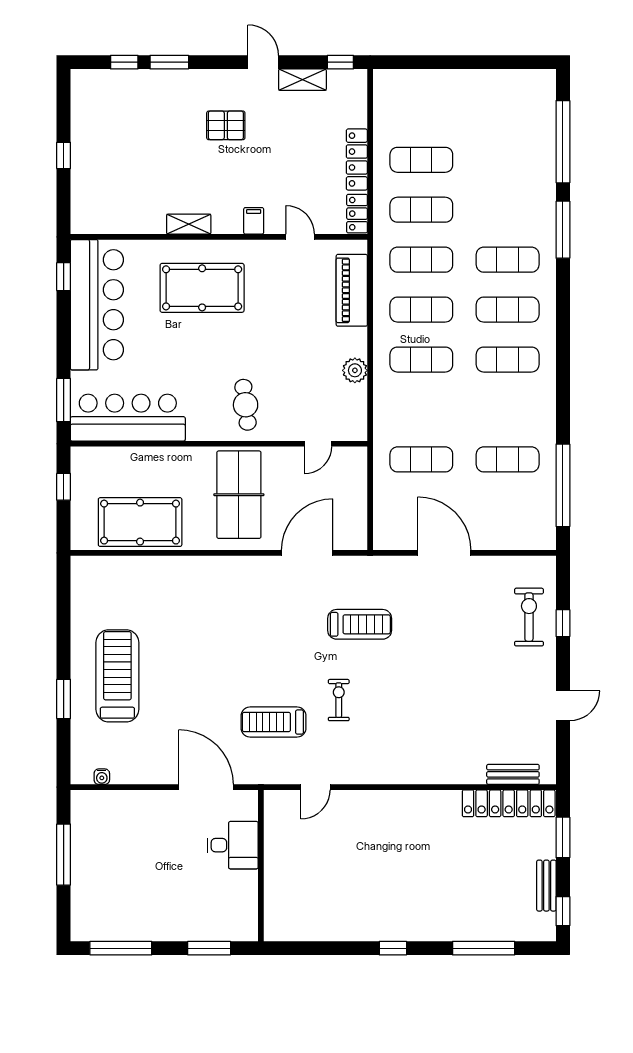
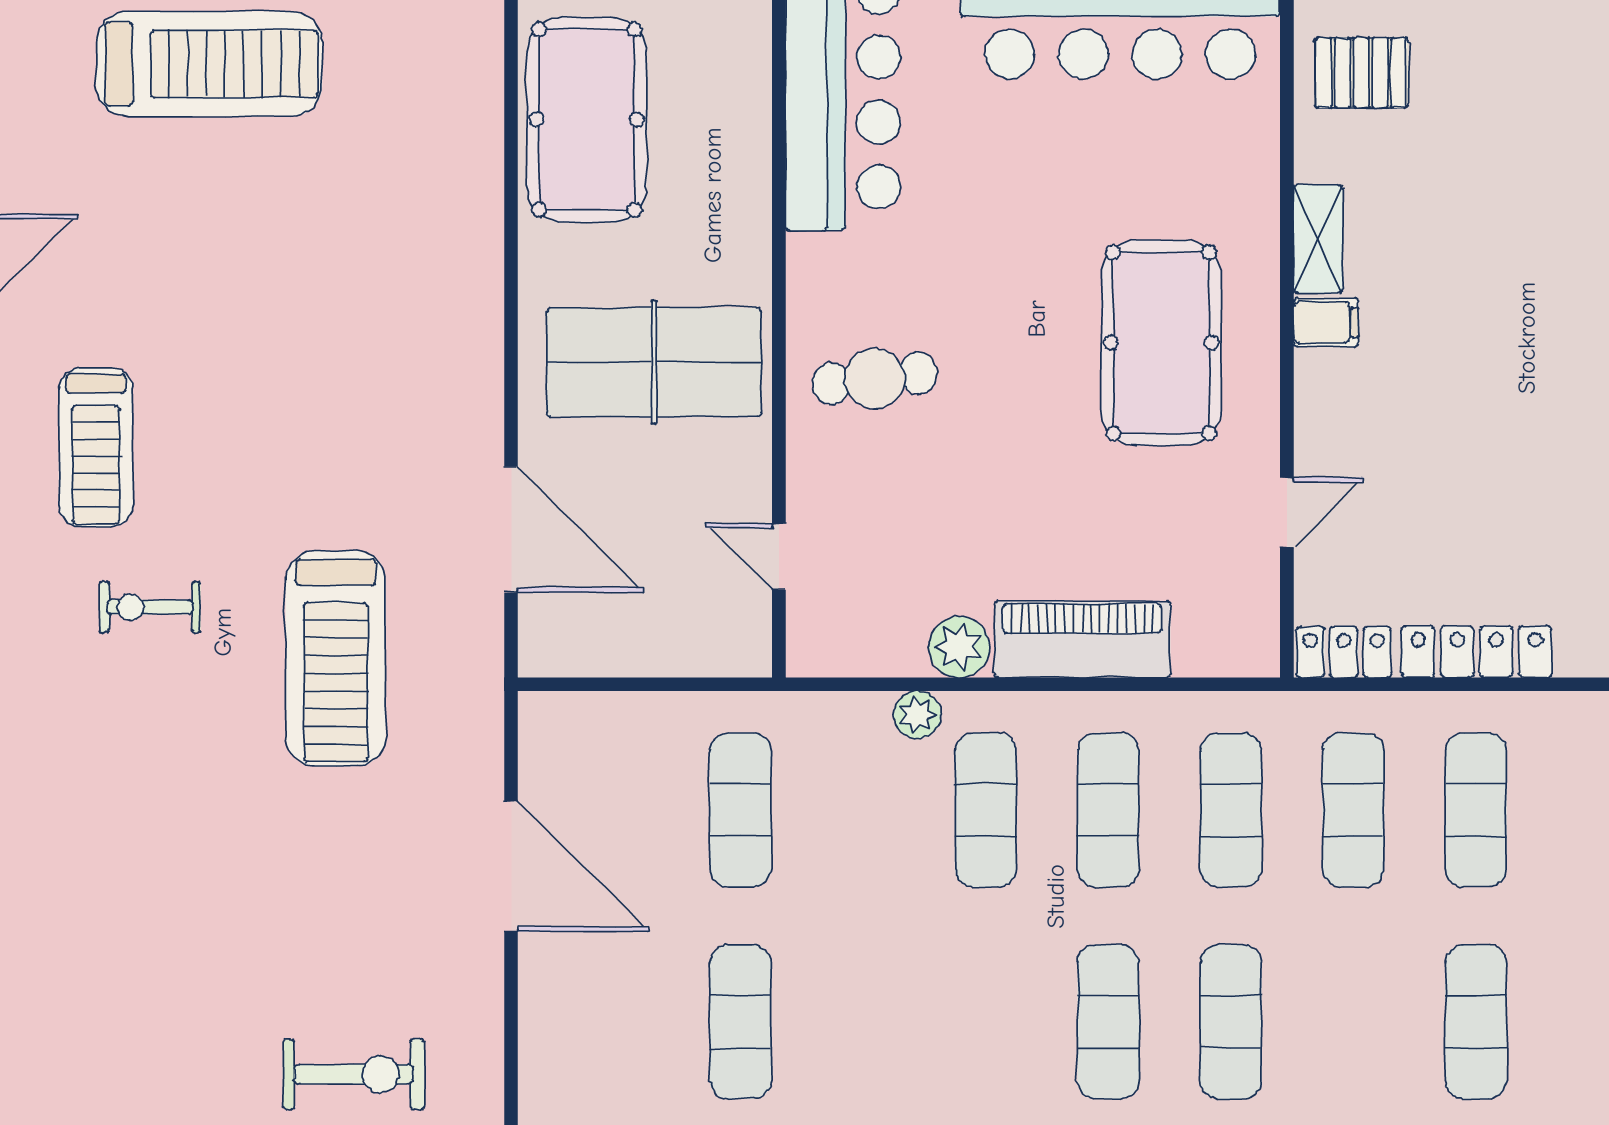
pallet: (226, 125) -> (1361, 73), moved, turned 90
filing cabinet: (254, 221) -> (1326, 322), moved
pool table: (202, 288) -> (1161, 343), moved
piano: (352, 290) -> (1082, 639), moved
exercise mat: (508, 360) -> (1476, 1022), moved
plant: (383, 387) -> (917, 715), added
door: (444, 553) -> (511, 866), hinge flipped
treadmill: (360, 624) -> (336, 658), width x1.37, depth x1.38
exercise bike: (339, 700) -> (150, 607), turned 180
treadmill: (274, 722) -> (96, 447), turned 180

